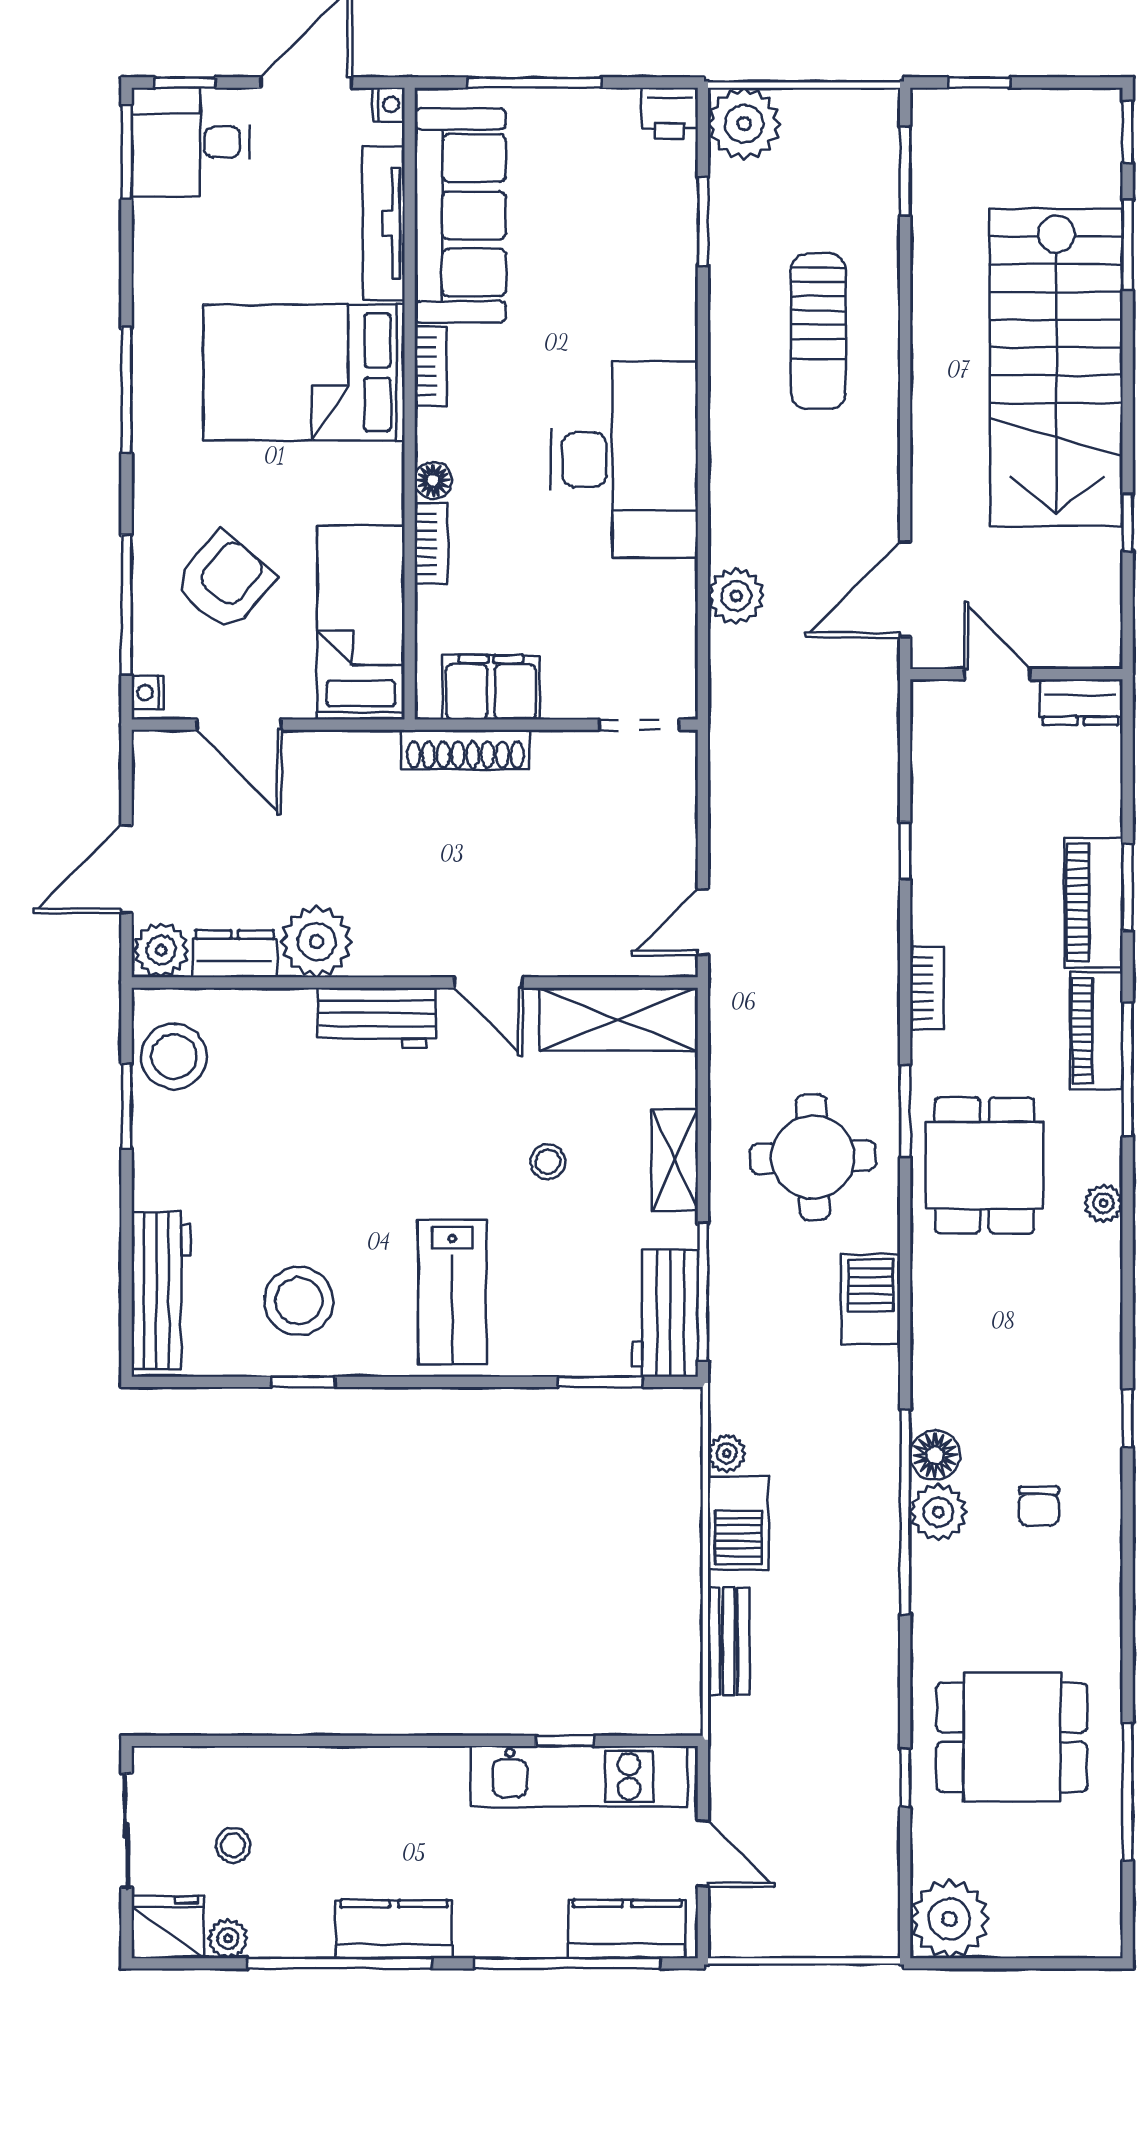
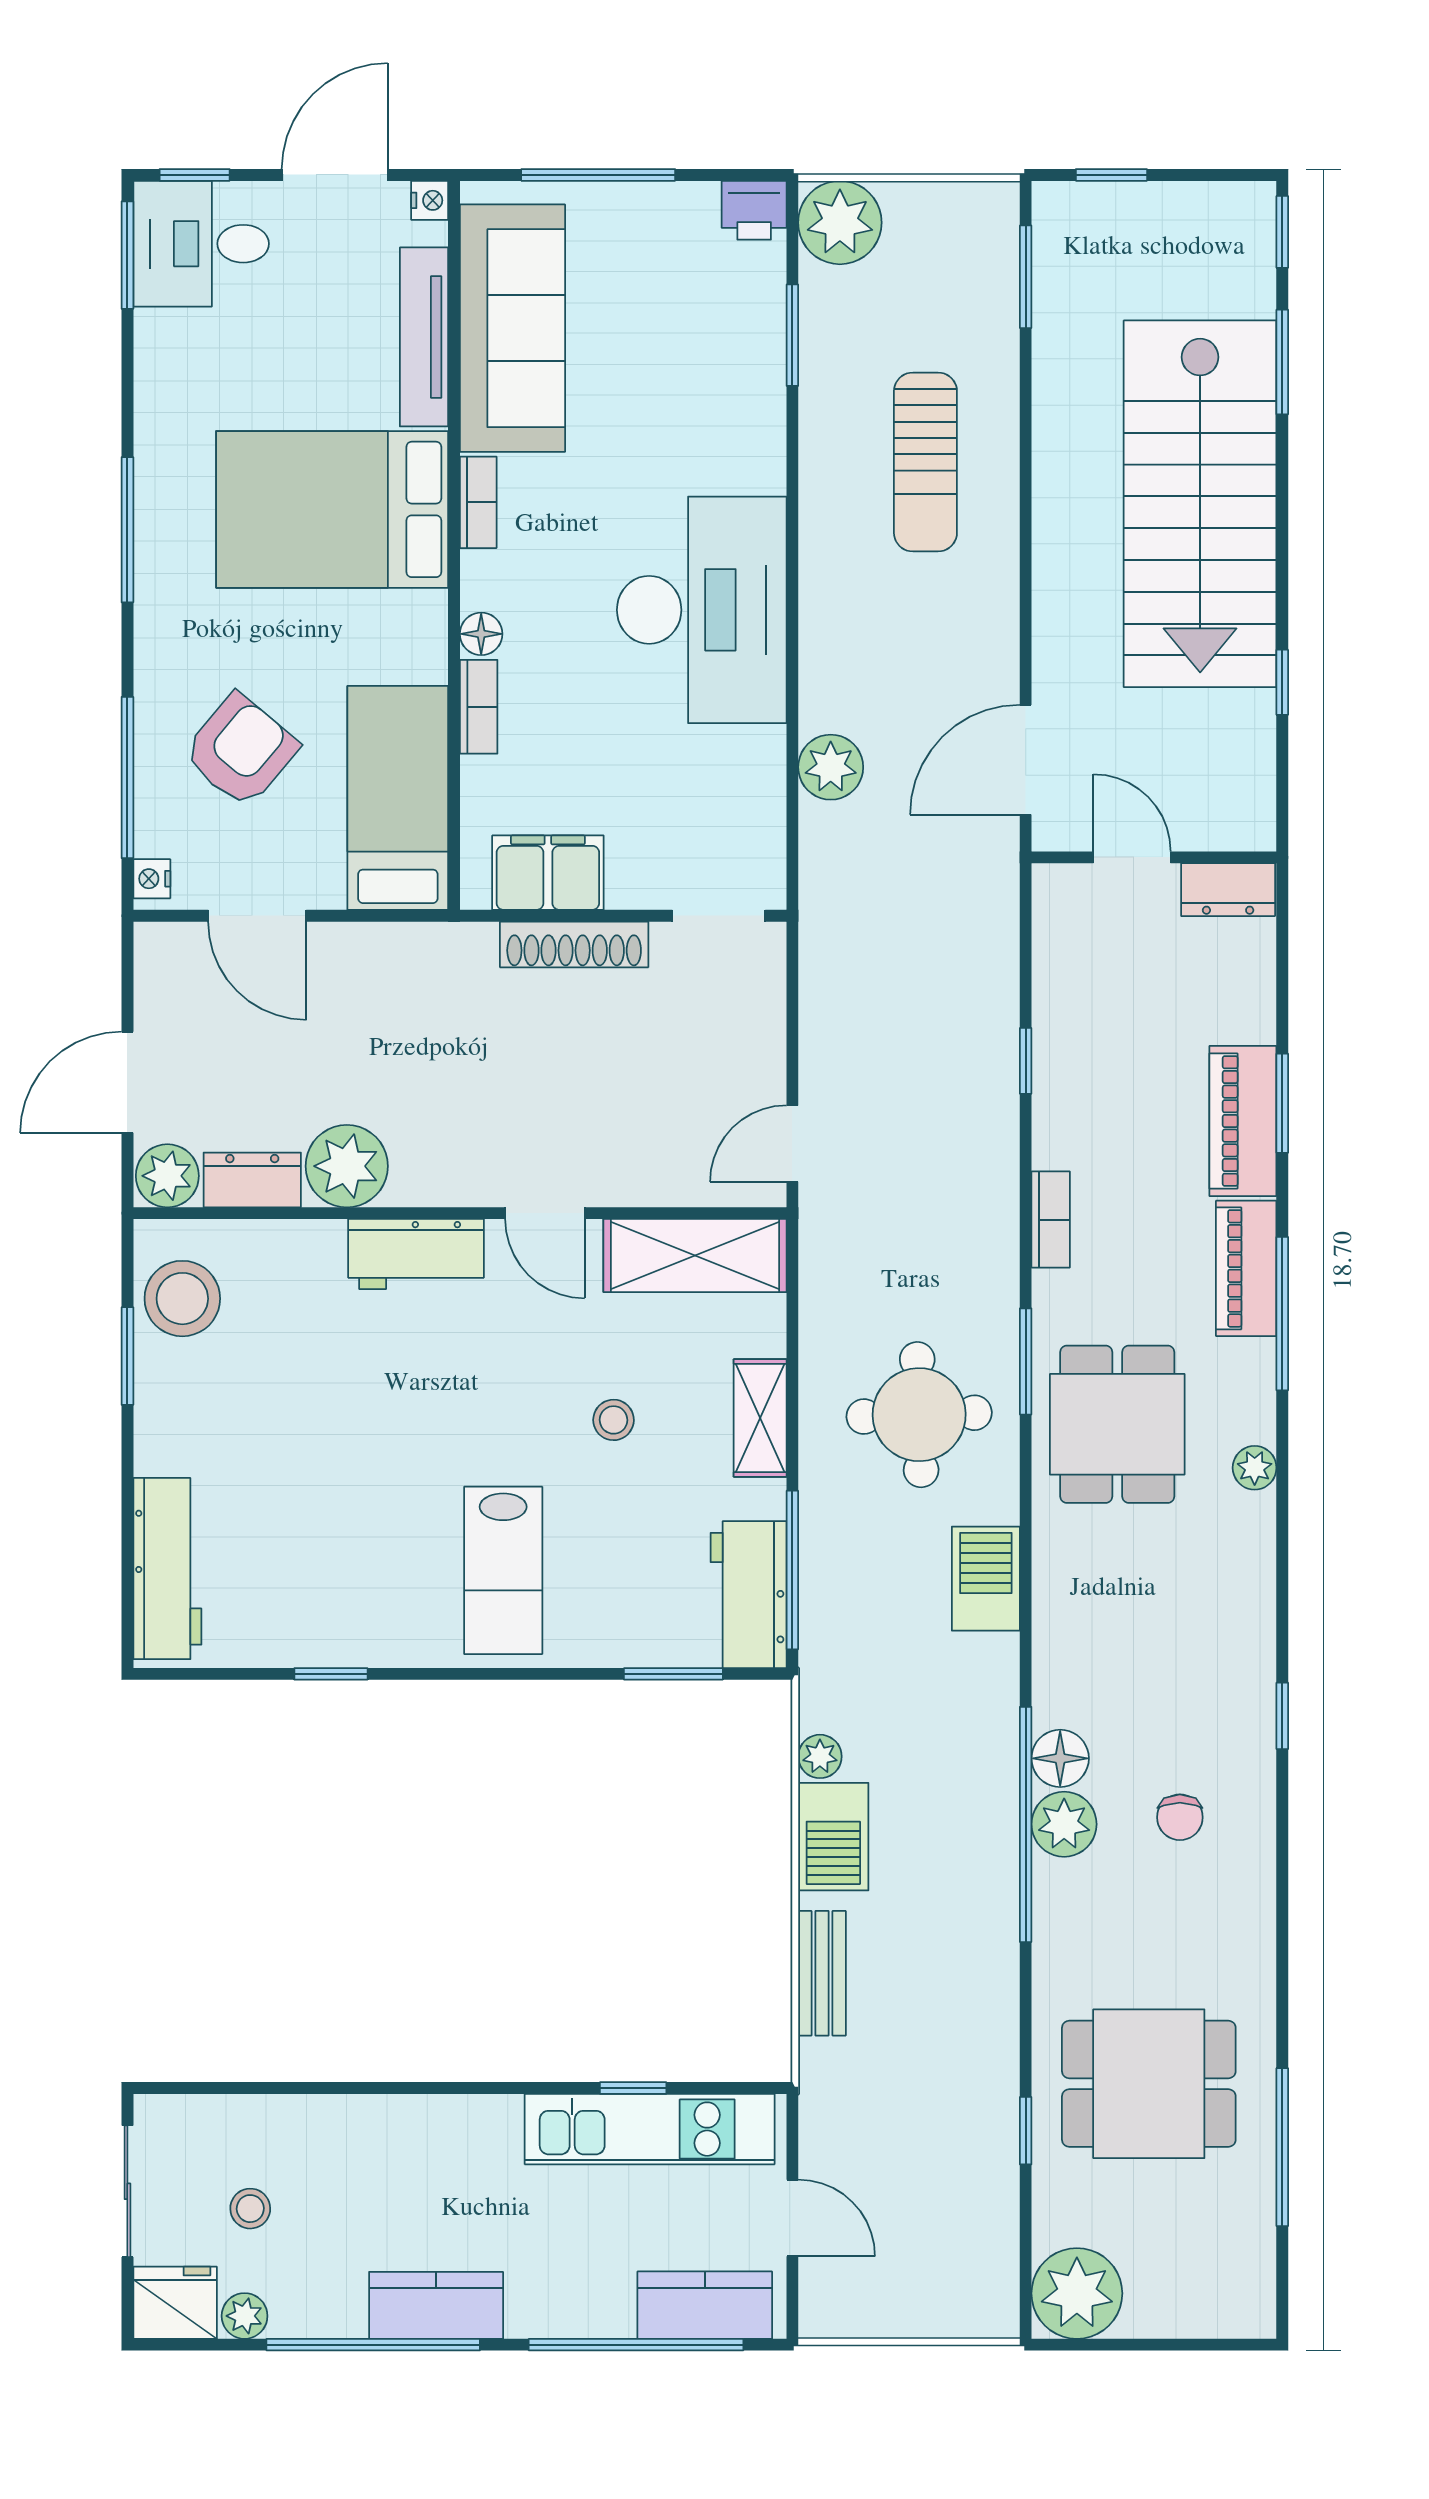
shoe rack: (465, 750) -> (574, 944), moved
stool: (299, 1301) -> (326, 1581), removed

